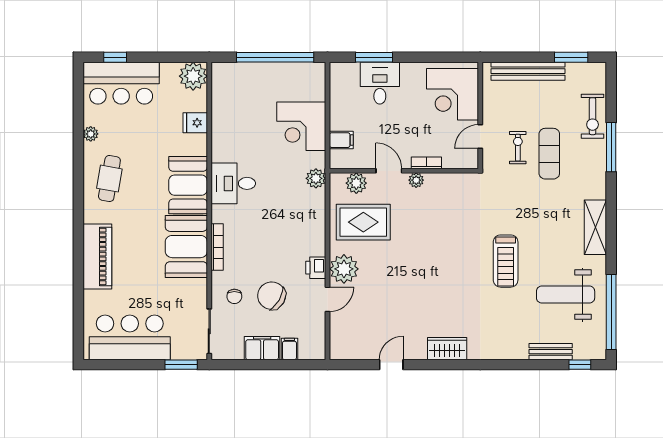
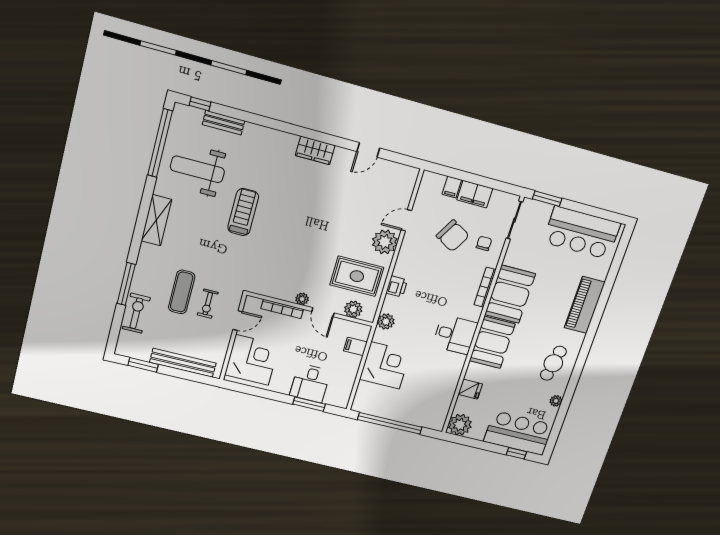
bookcase: (426, 163) -> (282, 309), width x1.56
printer: (316, 268) -> (397, 286), moved
weight bench: (566, 295) -> (197, 169), turned 180

